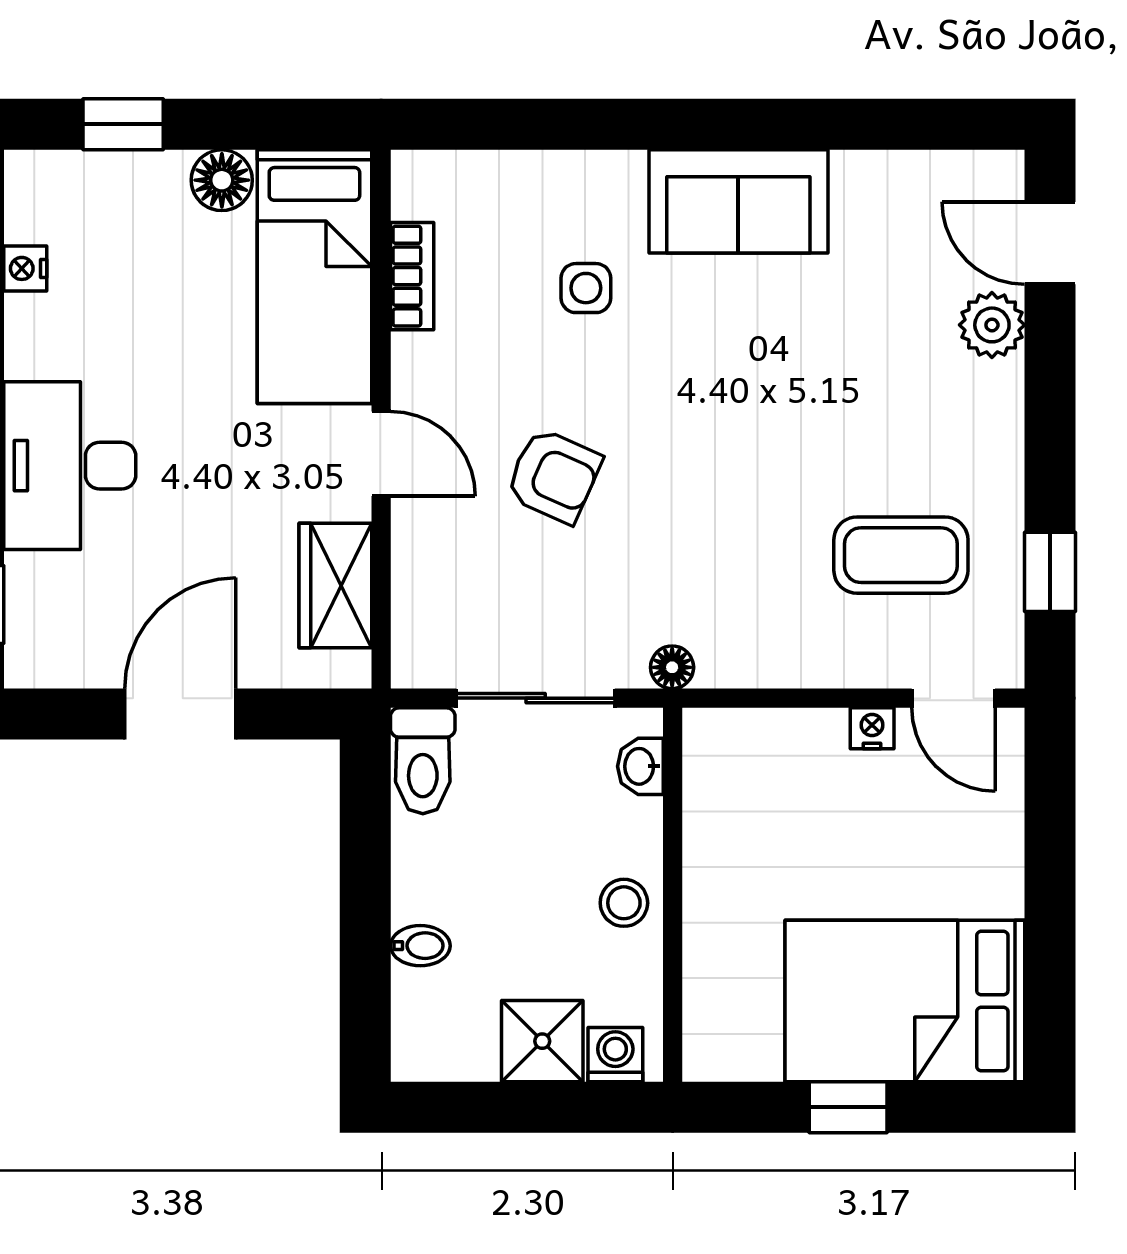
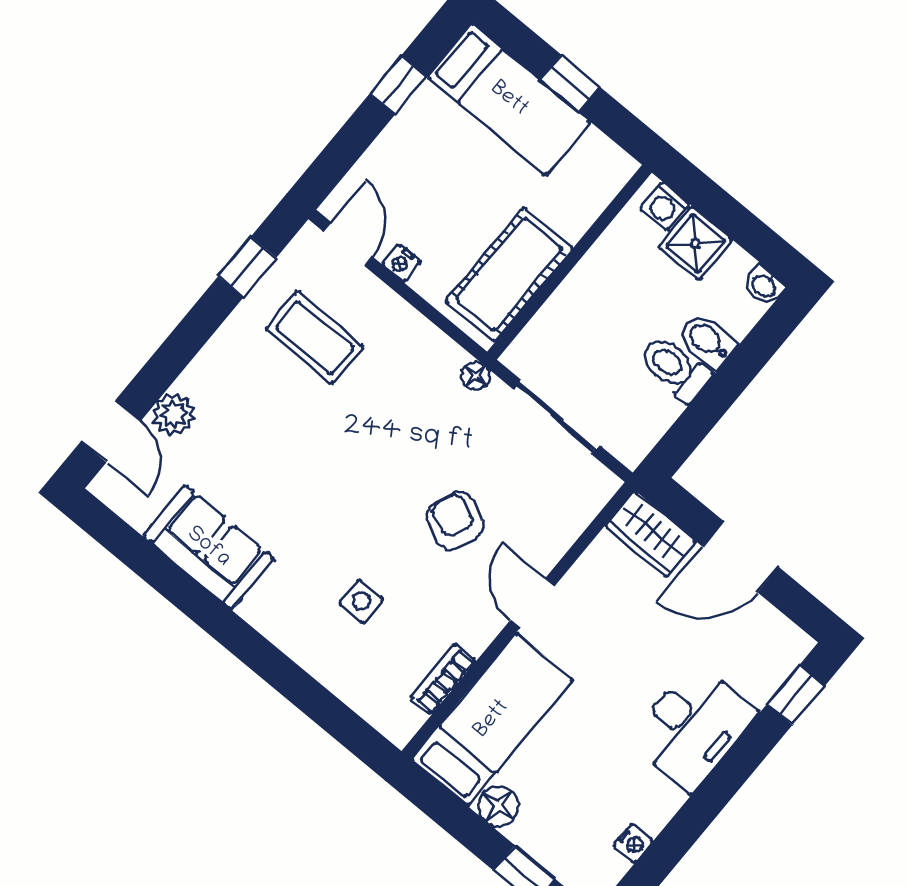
sofa: (738, 201) -> (208, 547), moved
wardrobe: (335, 585) -> (651, 534), moved, turned 90
toilet: (423, 761) -> (675, 368), moved, turned -90
washbasin: (640, 766) -> (764, 285), moved, turned 90
cot: (732, 821) -> (509, 274), added
stool: (624, 903) -> (597, 278), removed
window: (1050, 936) -> (398, 85), added
bidet: (420, 946) -> (708, 341), width x1.38, depth x1.36
bed: (905, 1001) -> (509, 99), width x0.67

